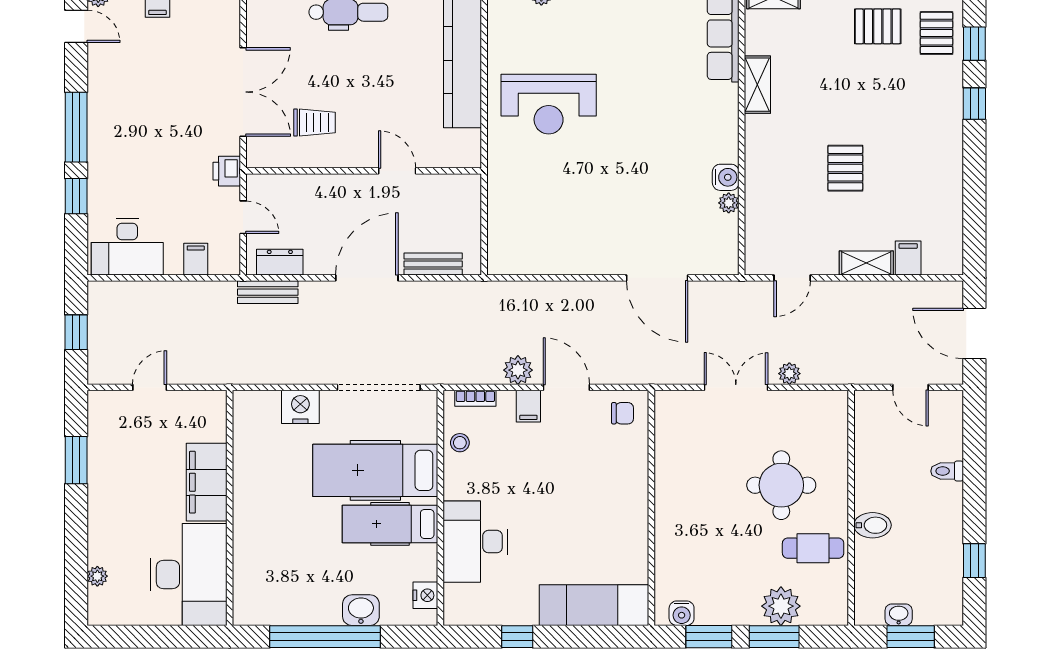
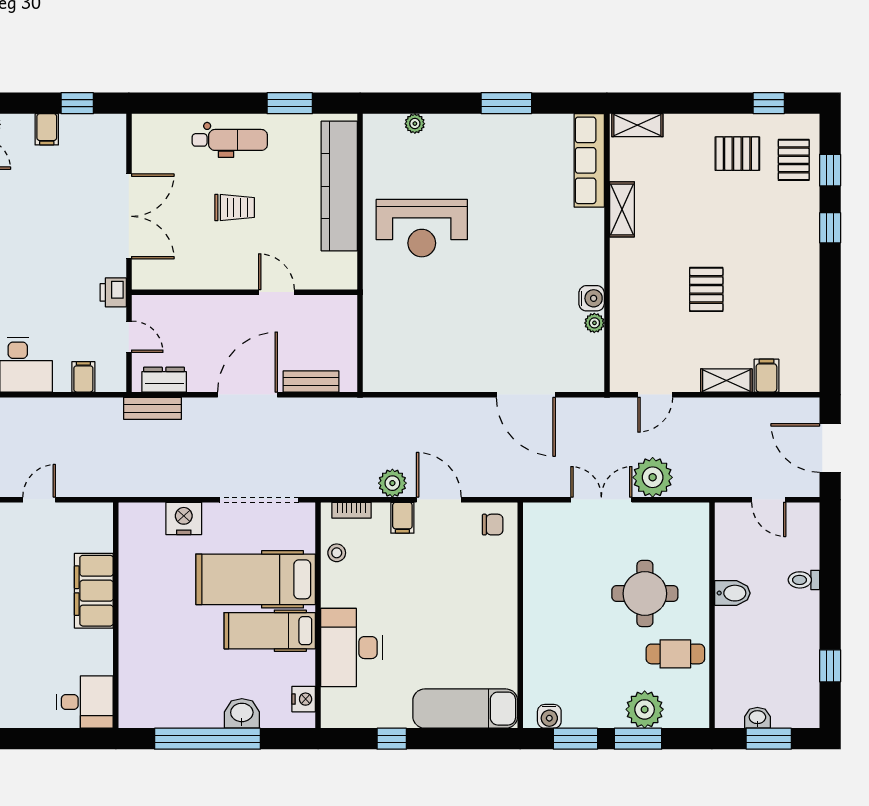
trolley: (314, 122) -> (235, 208), moved
plant: (789, 374) -> (653, 477), width x1.88, depth x1.88
bidet: (872, 525) -> (732, 593), moved
desk: (189, 575) -> (85, 702), width x0.53, depth x0.77

